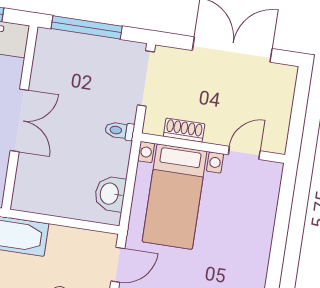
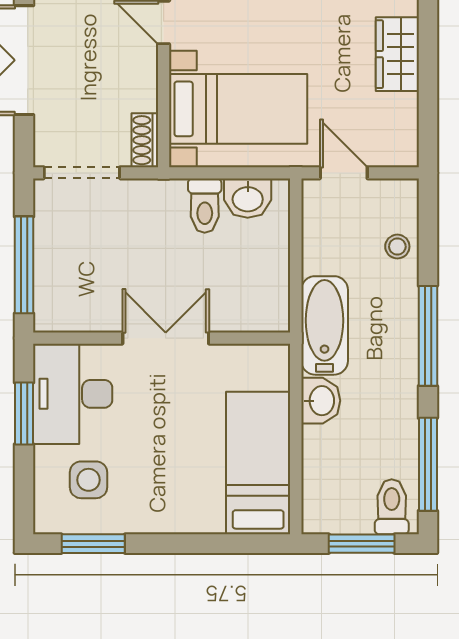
shoe rack: (184, 130) -> (145, 140), moved
toilet: (120, 131) -> (205, 206), moved, width x1.37, depth x1.39

